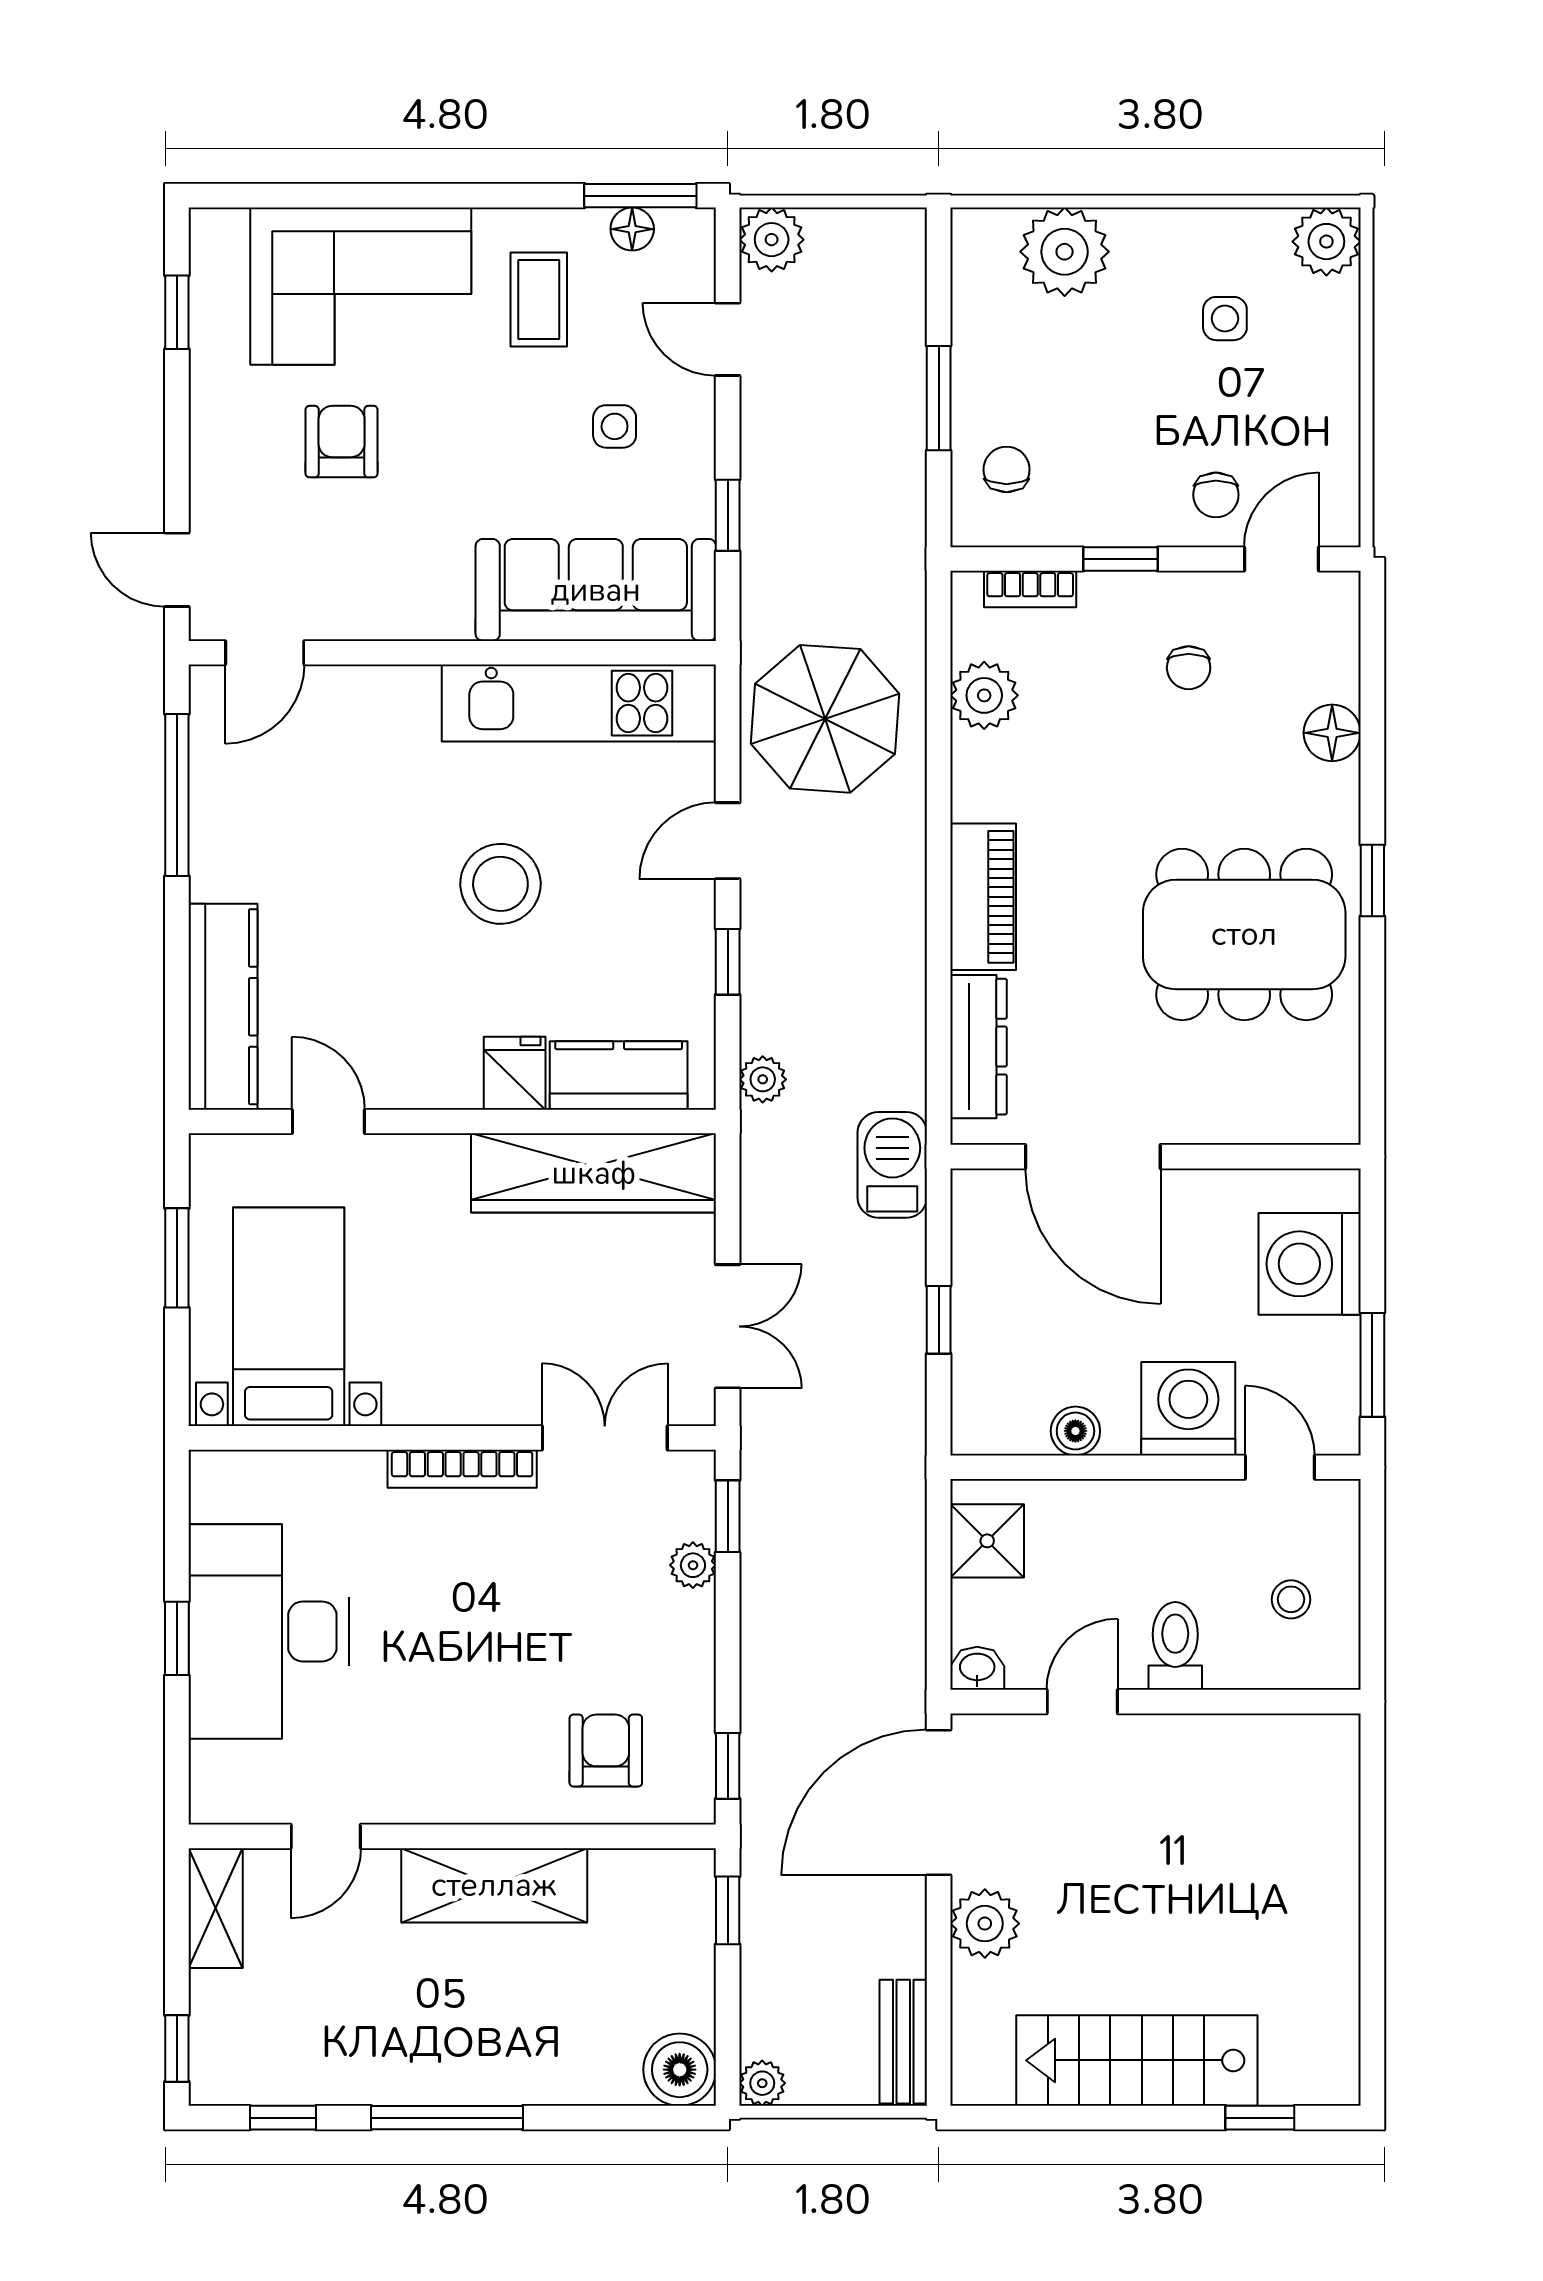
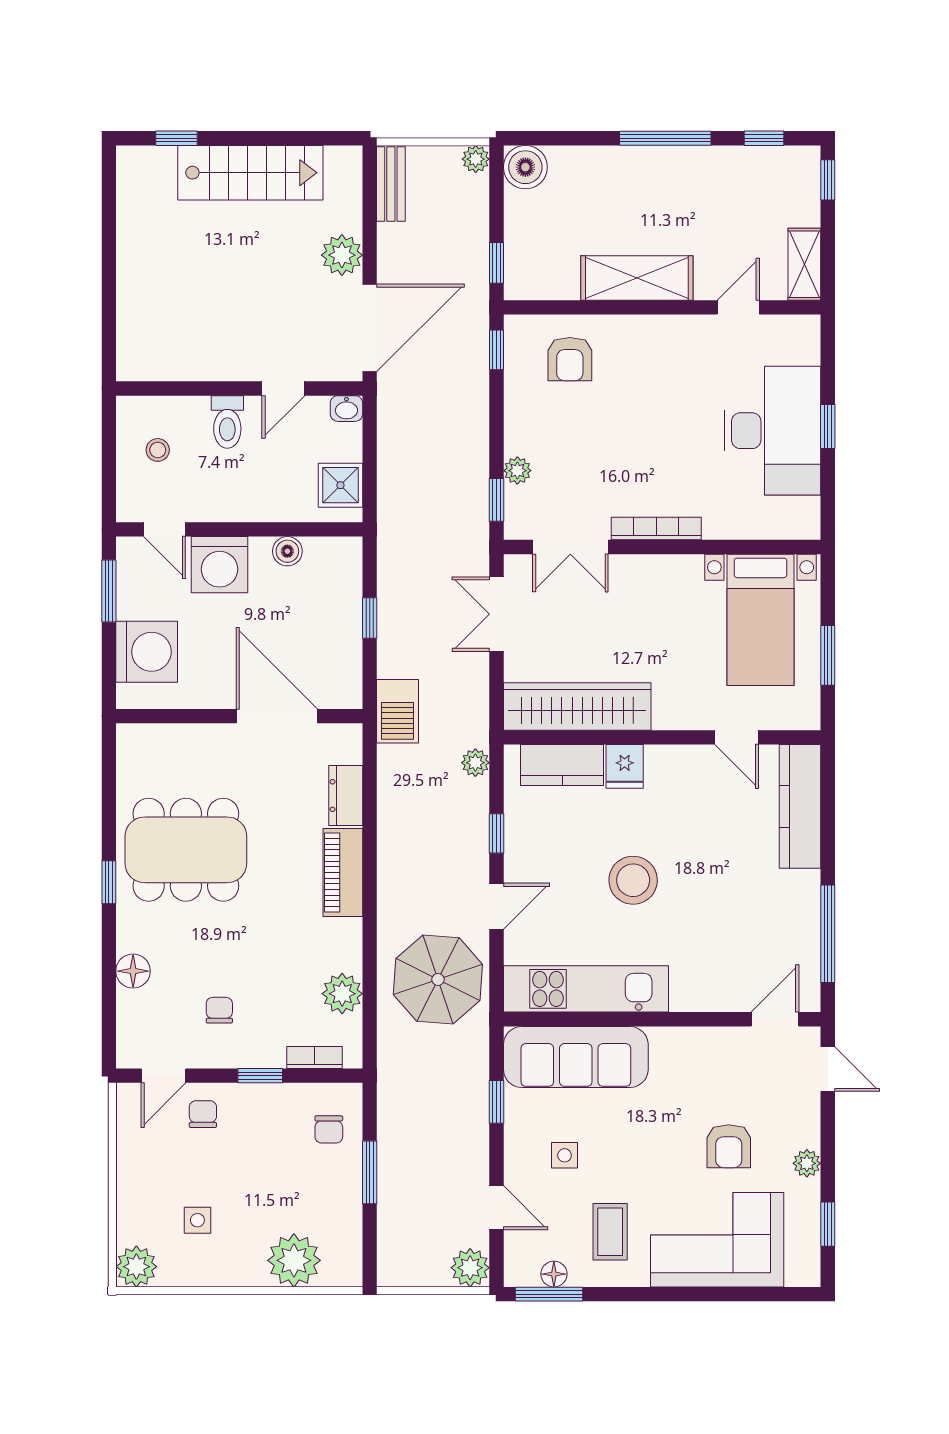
plant: (212, 413) -> (807, 1163), added
dresser: (978, 1047) -> (346, 796), width x0.70

